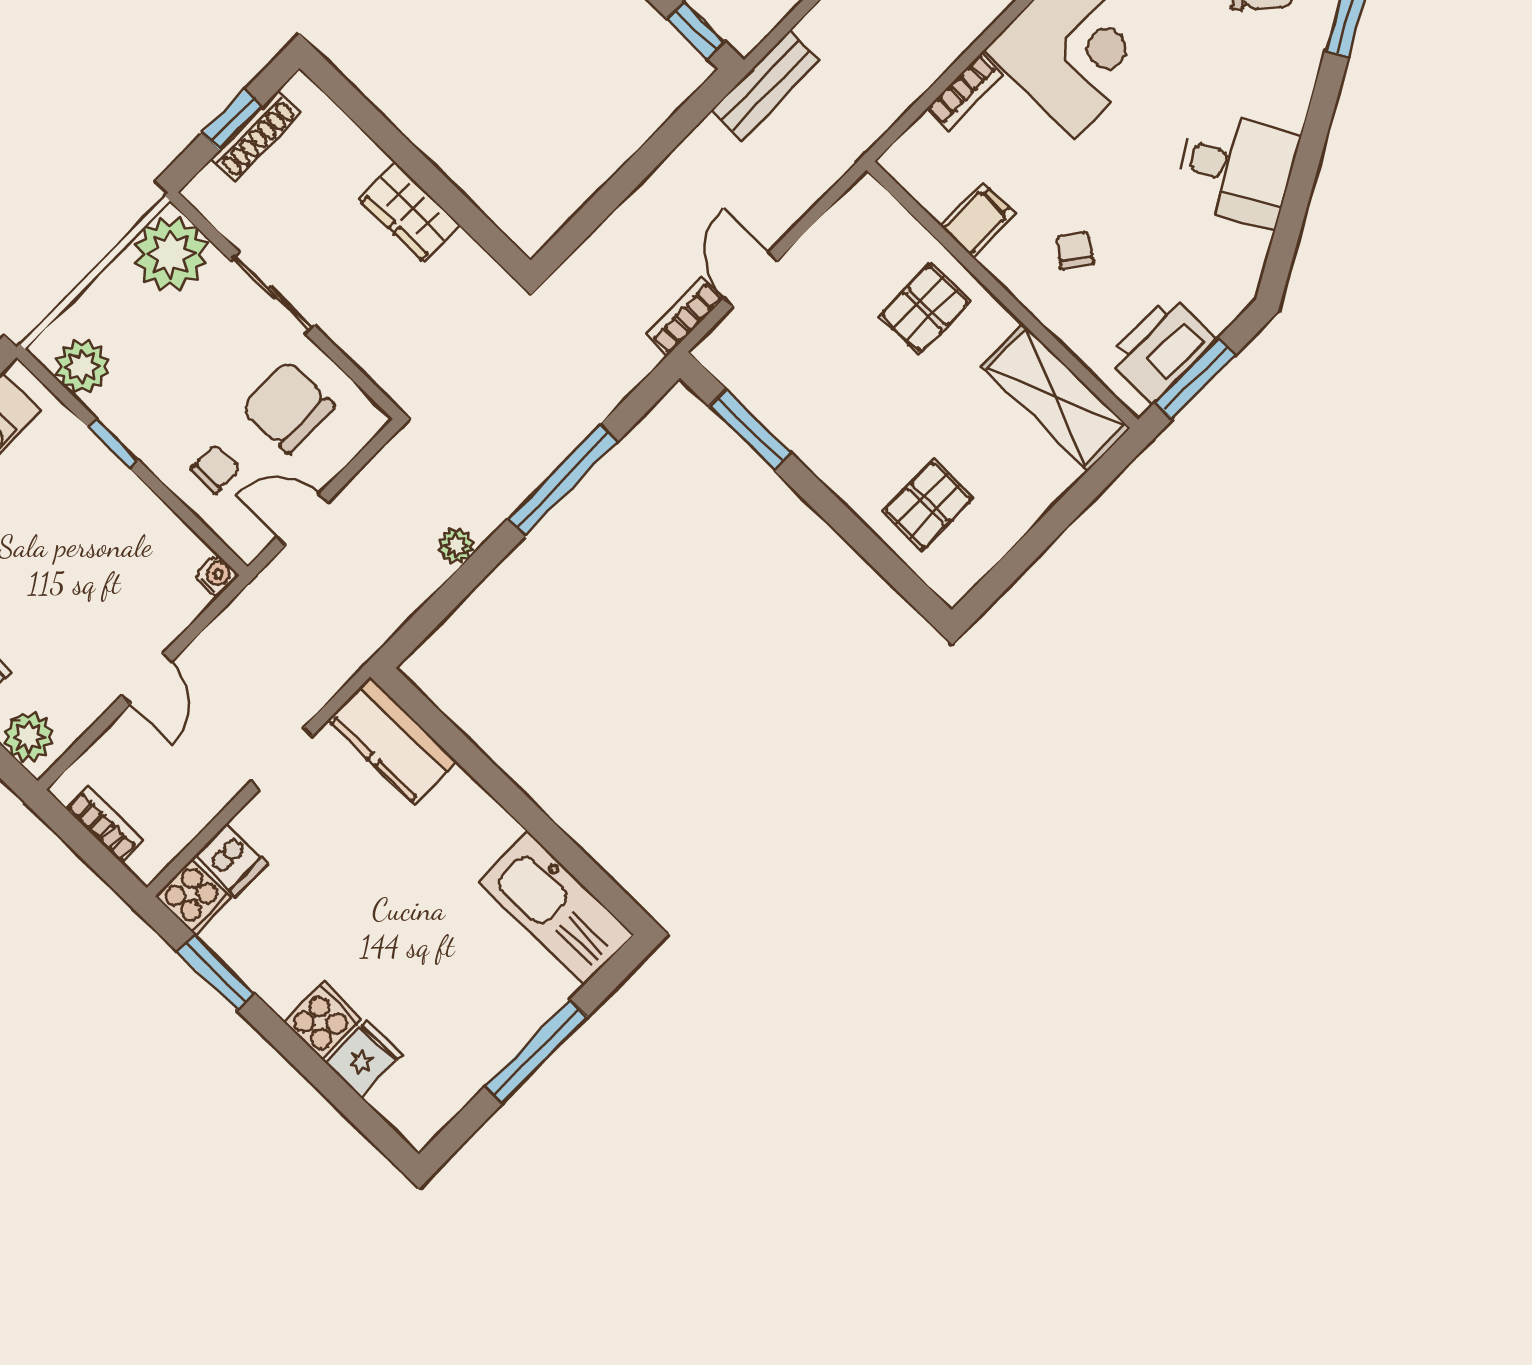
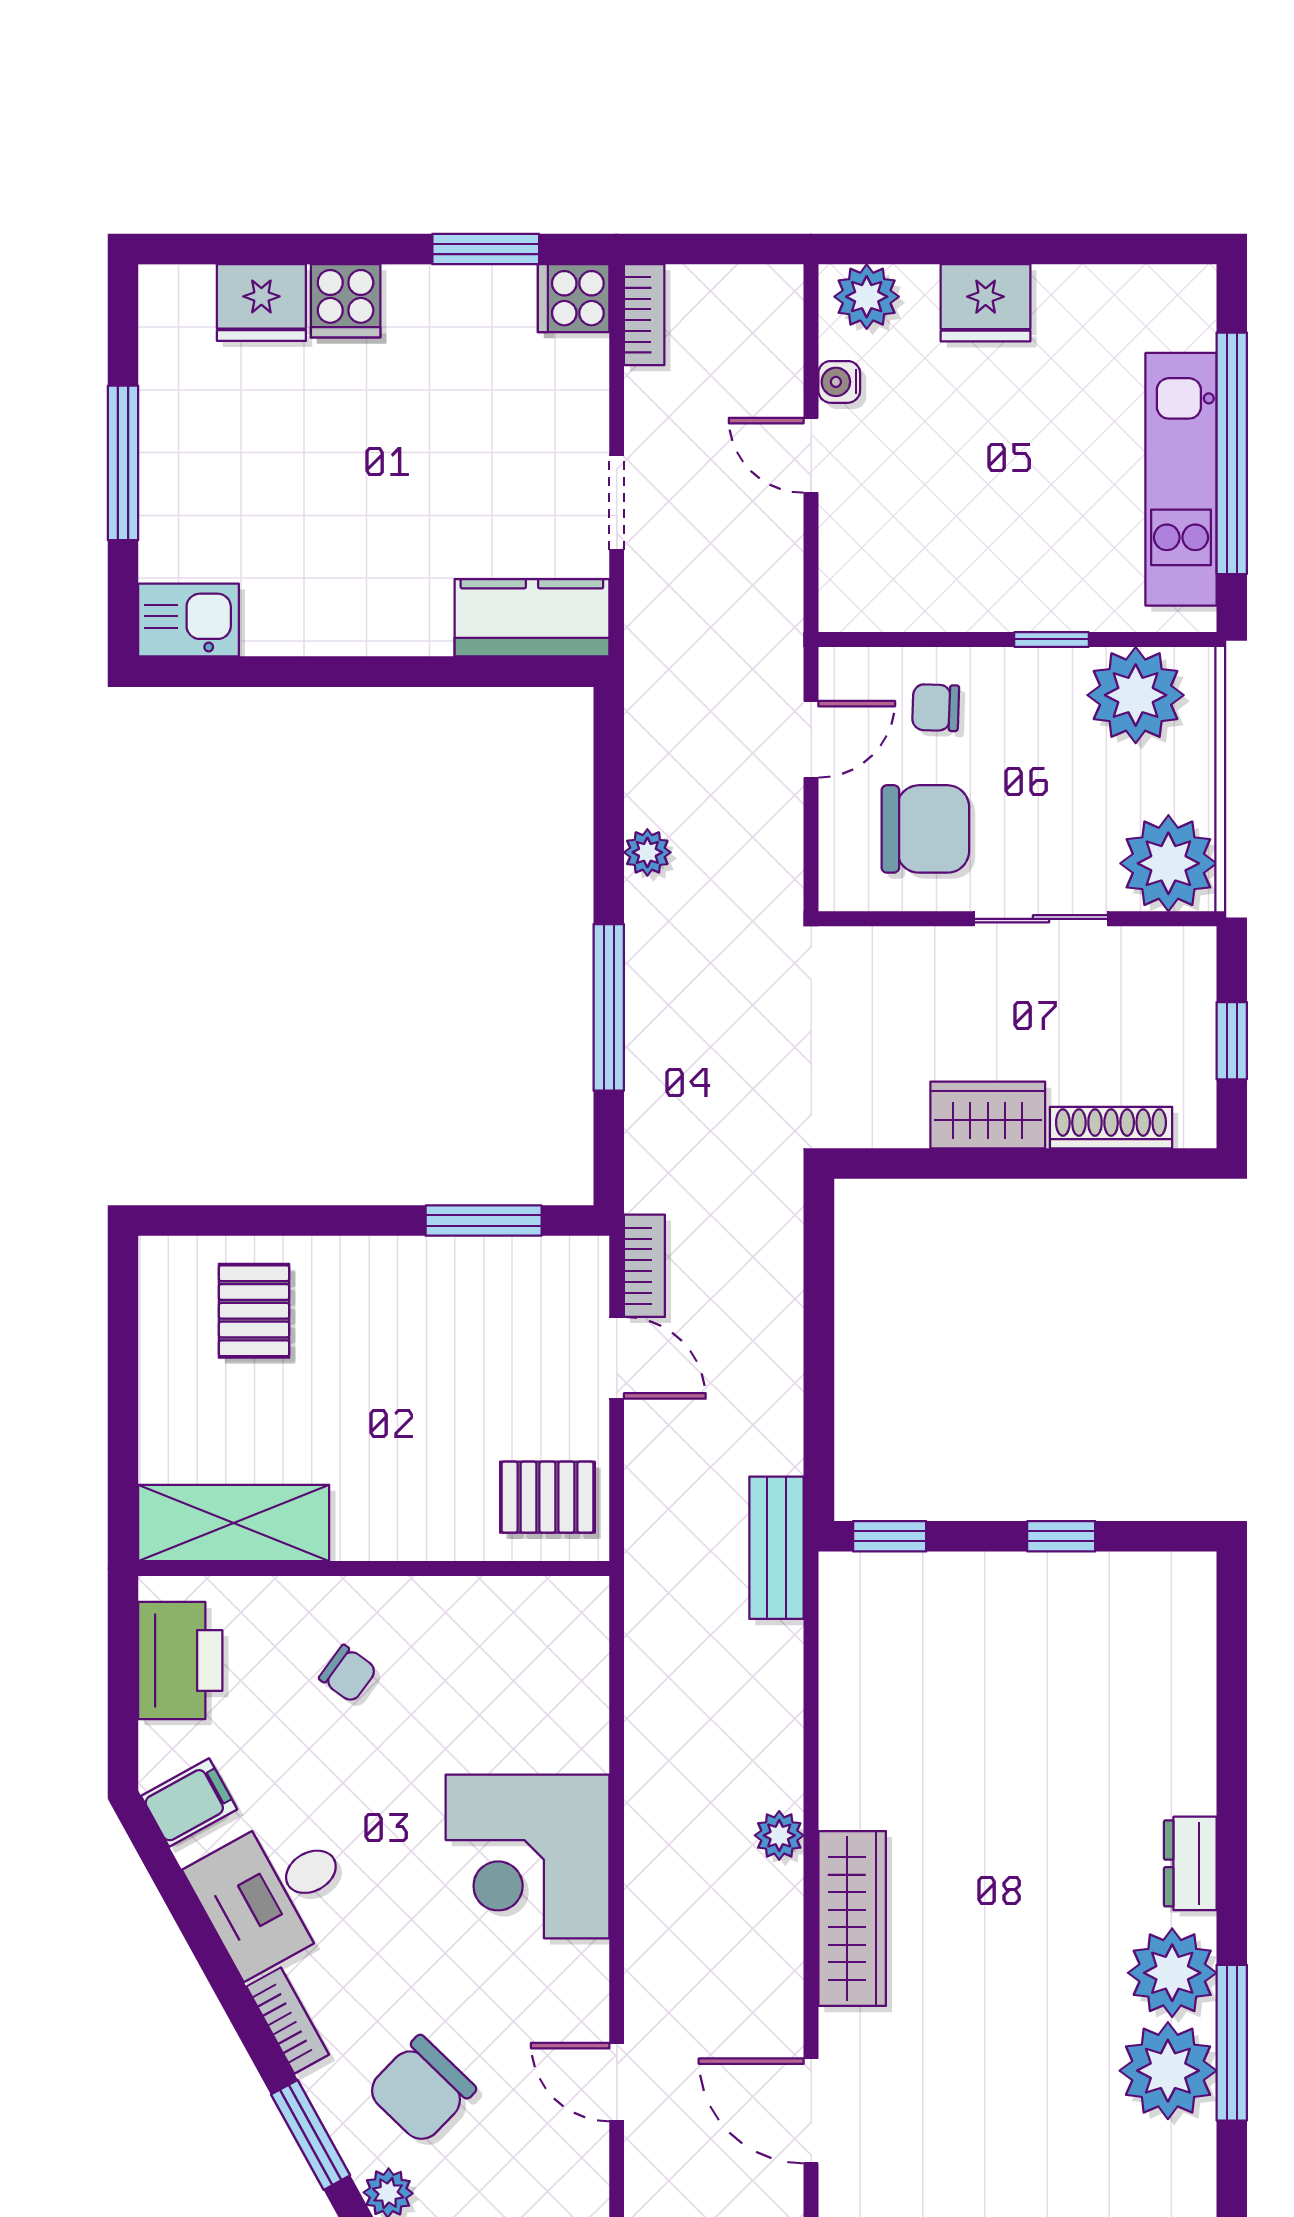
bookcase: (965, 92) -> (288, 2021), moved, turned 151
shoe rack: (255, 136) -> (1111, 1128), moved, turned 90
filing cabinet: (978, 220) -> (189, 1803), moved, turned -119
pallet: (925, 309) -> (547, 1497), moved, turned 90
plant: (82, 366) -> (1136, 695), width x1.36, depth x1.36
window: (1196, 378) -> (123, 1665), removed
chair: (215, 469) -> (936, 708), turned 92
water cooler: (217, 576) -> (839, 382), moved, turned 90
bookcase: (104, 824) -> (644, 315), moved, turned -90
dishwasher: (232, 860) -> (572, 366), removed
kitchen sink: (556, 908) -> (189, 620), width x0.53, depth x0.81
fridge: (364, 1059) -> (261, 303), width x1.38

